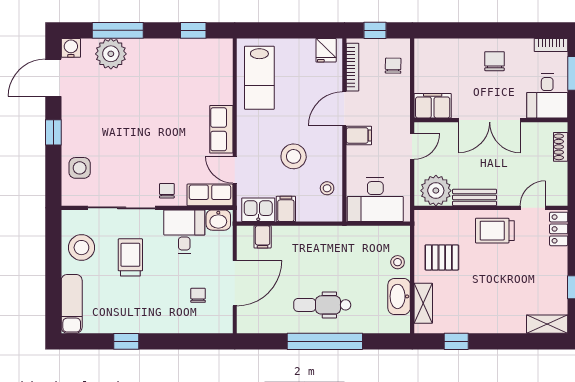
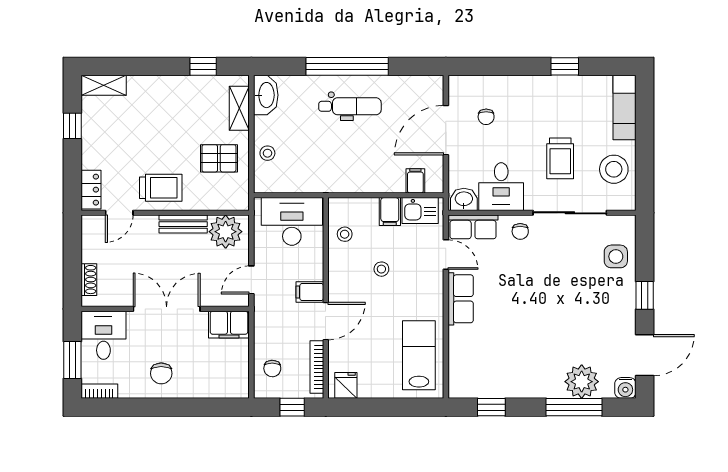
stool: (294, 156) -> (381, 269), width x0.53, depth x0.53
washbasin: (399, 296) -> (266, 95), moved

